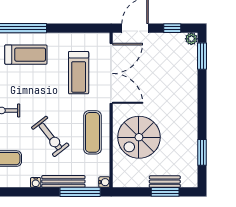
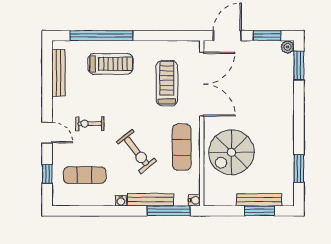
window: (172, 28) -> (267, 36), width x1.50
treadmill: (79, 73) -> (167, 83), turned 180
bench: (165, 182) -> (259, 200), width x1.36

